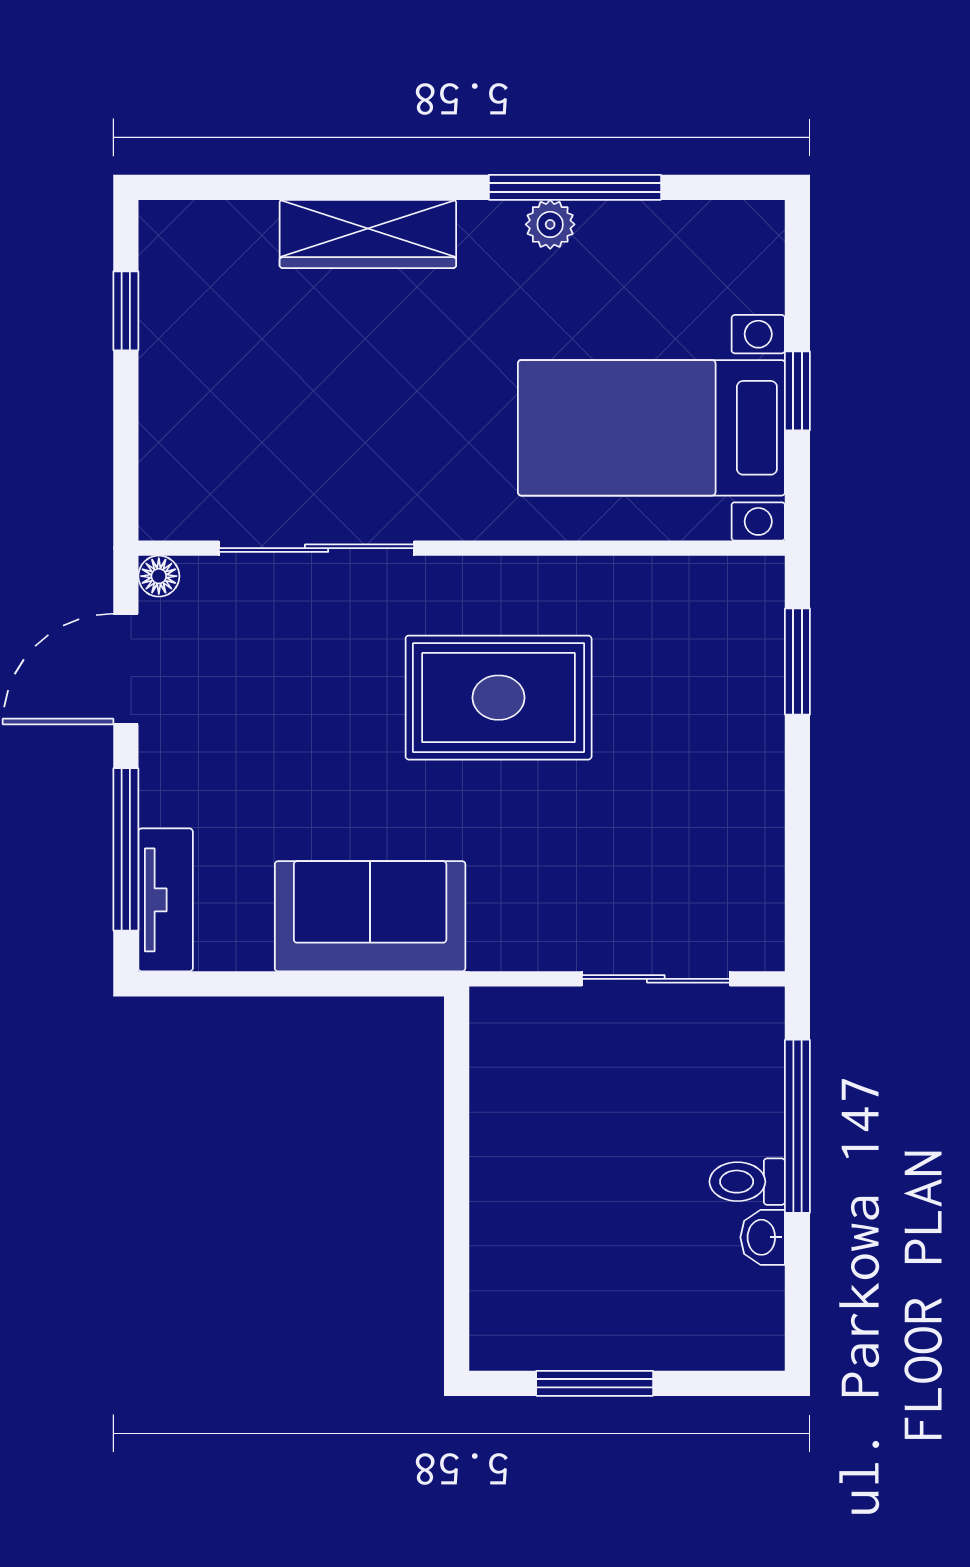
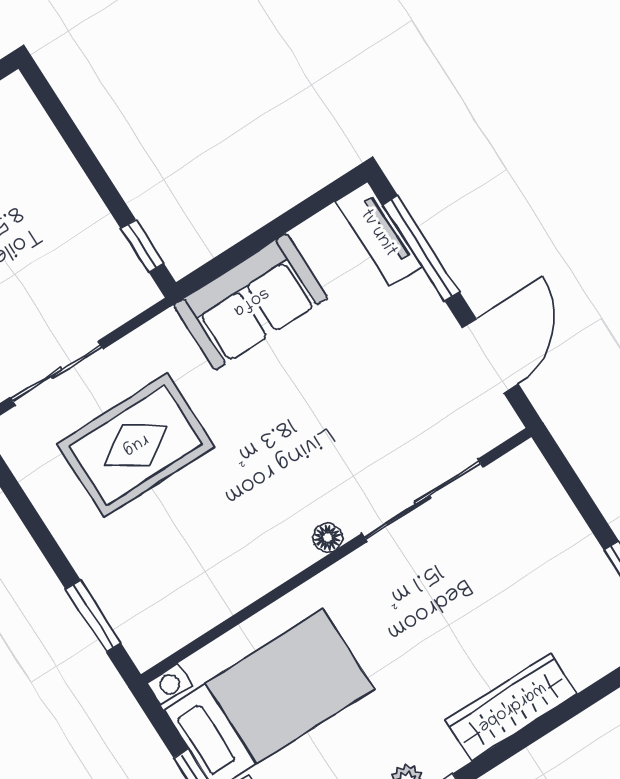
floor lamp: (159, 576) -> (328, 538), moved
rug: (499, 698) -> (136, 445), moved
window: (457, 1065) -> (142, 246), added

